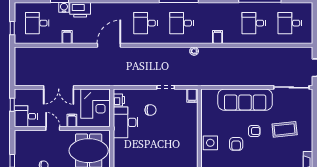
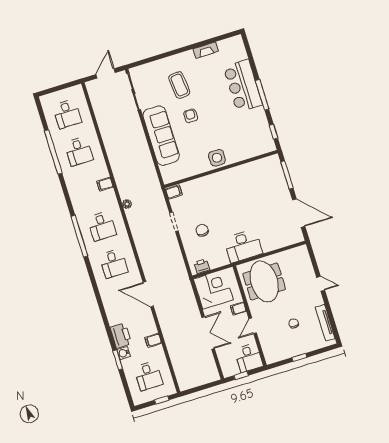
desk: (126, 122) -> (243, 246), moved
armchair: (236, 144) -> (210, 131), removed

